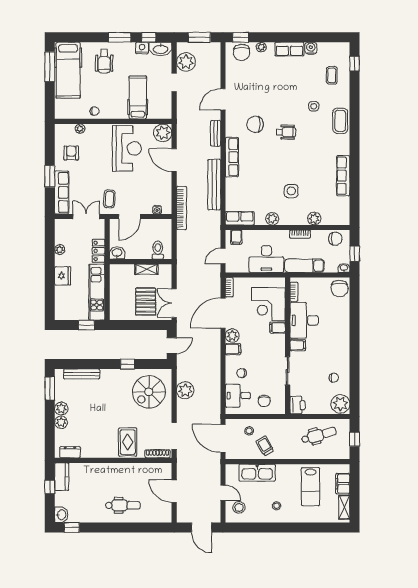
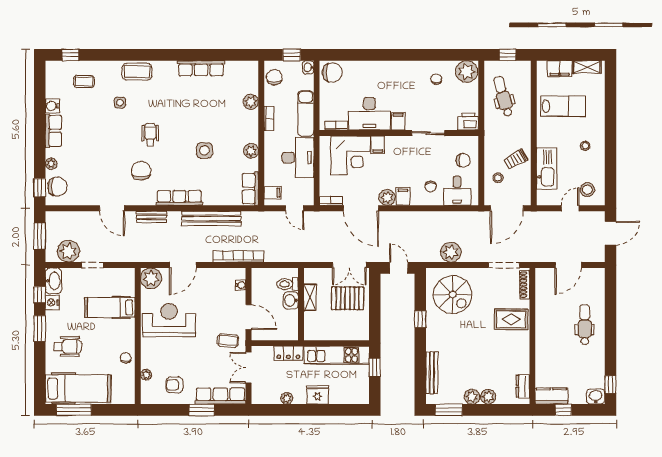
chair: (255, 124) -> (141, 171), turned 180
side table: (291, 191) -> (204, 150), moved
washbasin: (117, 253) -> (291, 300), moved

